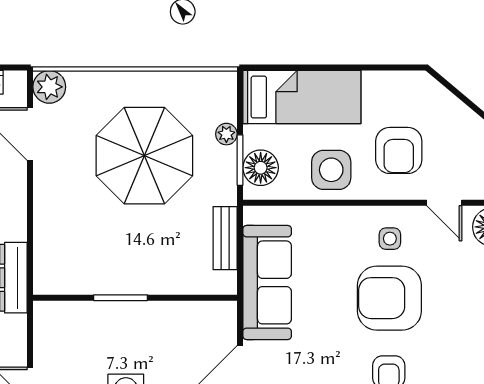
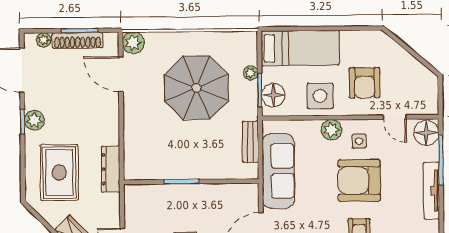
plant: (348, 221) -> (331, 130), added

